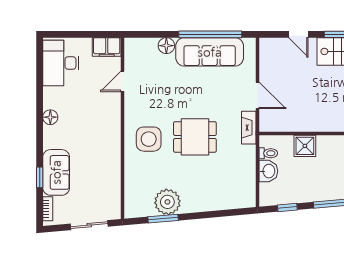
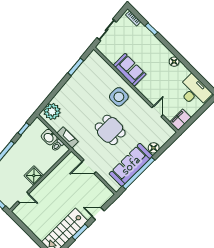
fireplace: (249, 128) -> (67, 137), moved
dining table: (195, 137) -> (110, 130), moved, turned 90
shower: (305, 146) -> (34, 176), moved
sofa: (56, 172) -> (130, 70), moved, turned 180
plant: (167, 202) -> (52, 112), moved

